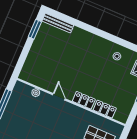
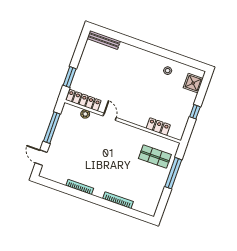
window: (35, 29) -> (70, 77), moved
locker: (84, 100) -> (84, 100), moved, width x1.53

